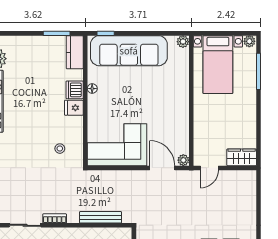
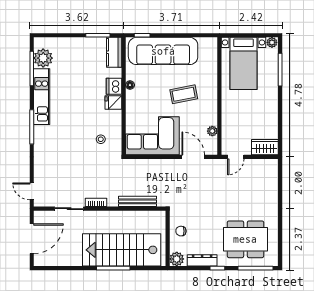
plant: (183, 42) -> (212, 43), removed
coffee table: (152, 99) -> (184, 94), added
plant: (183, 160) -> (212, 131), moved

